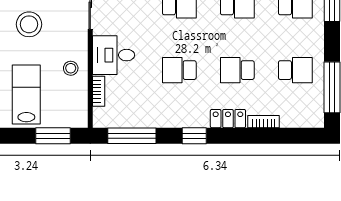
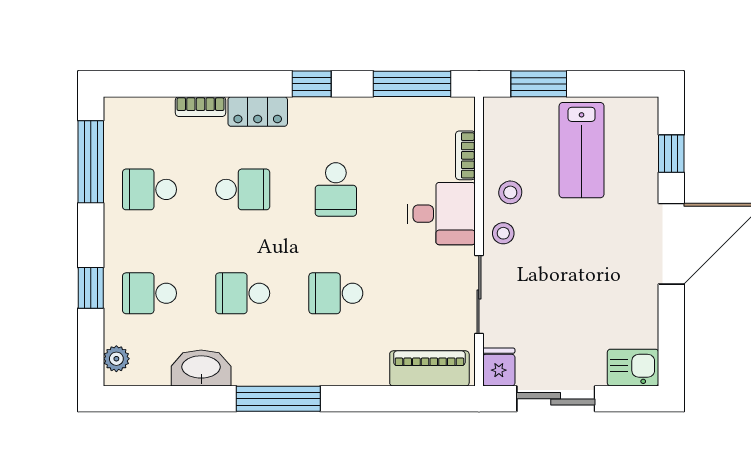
stool: (29, 24) -> (503, 233), moved, width x0.53, depth x0.53
school desk: (179, 70) -> (336, 189), turned 90

